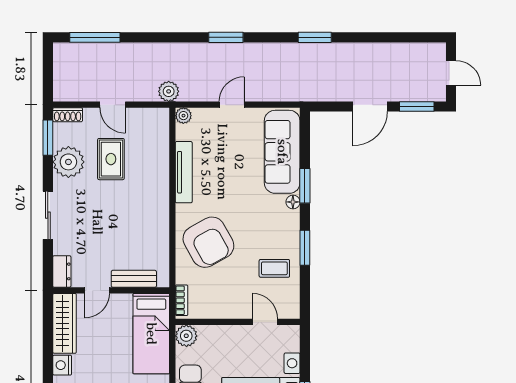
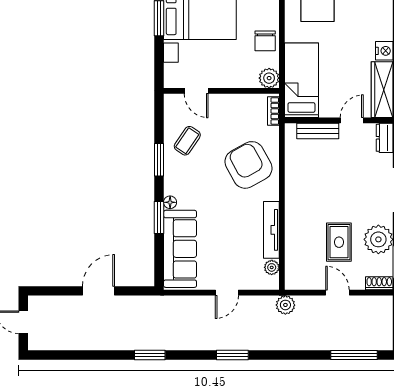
window: (417, 107) -> (55, 291), removed
plant: (183, 116) -> (272, 267), moved
coffee table: (274, 268) -> (187, 141), turned -56

